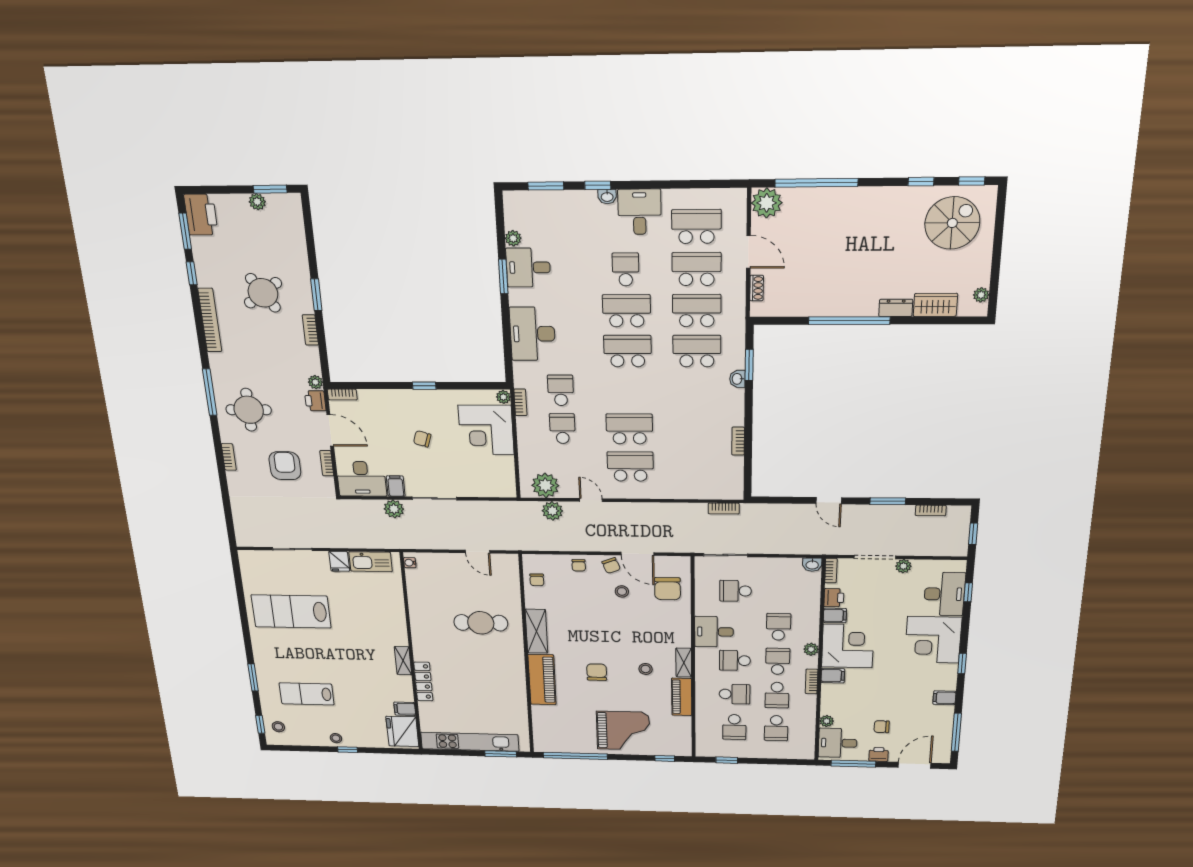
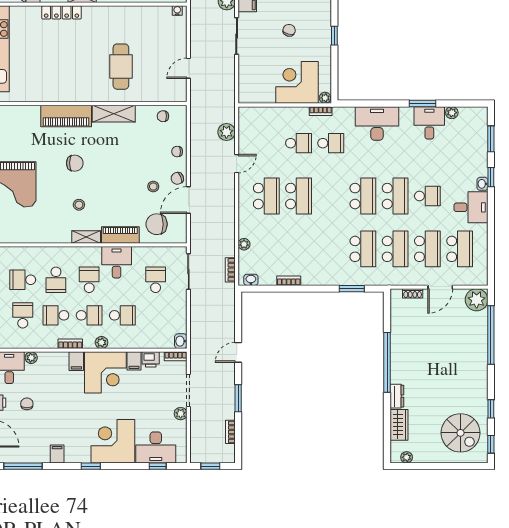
washbasin: (737, 379) -> (251, 280), moved
plant: (545, 485) -> (244, 244), moved, width x0.53, depth x0.53
piano: (682, 697) -> (120, 235), moved
school desk: (776, 728) -> (23, 315), turned 90

